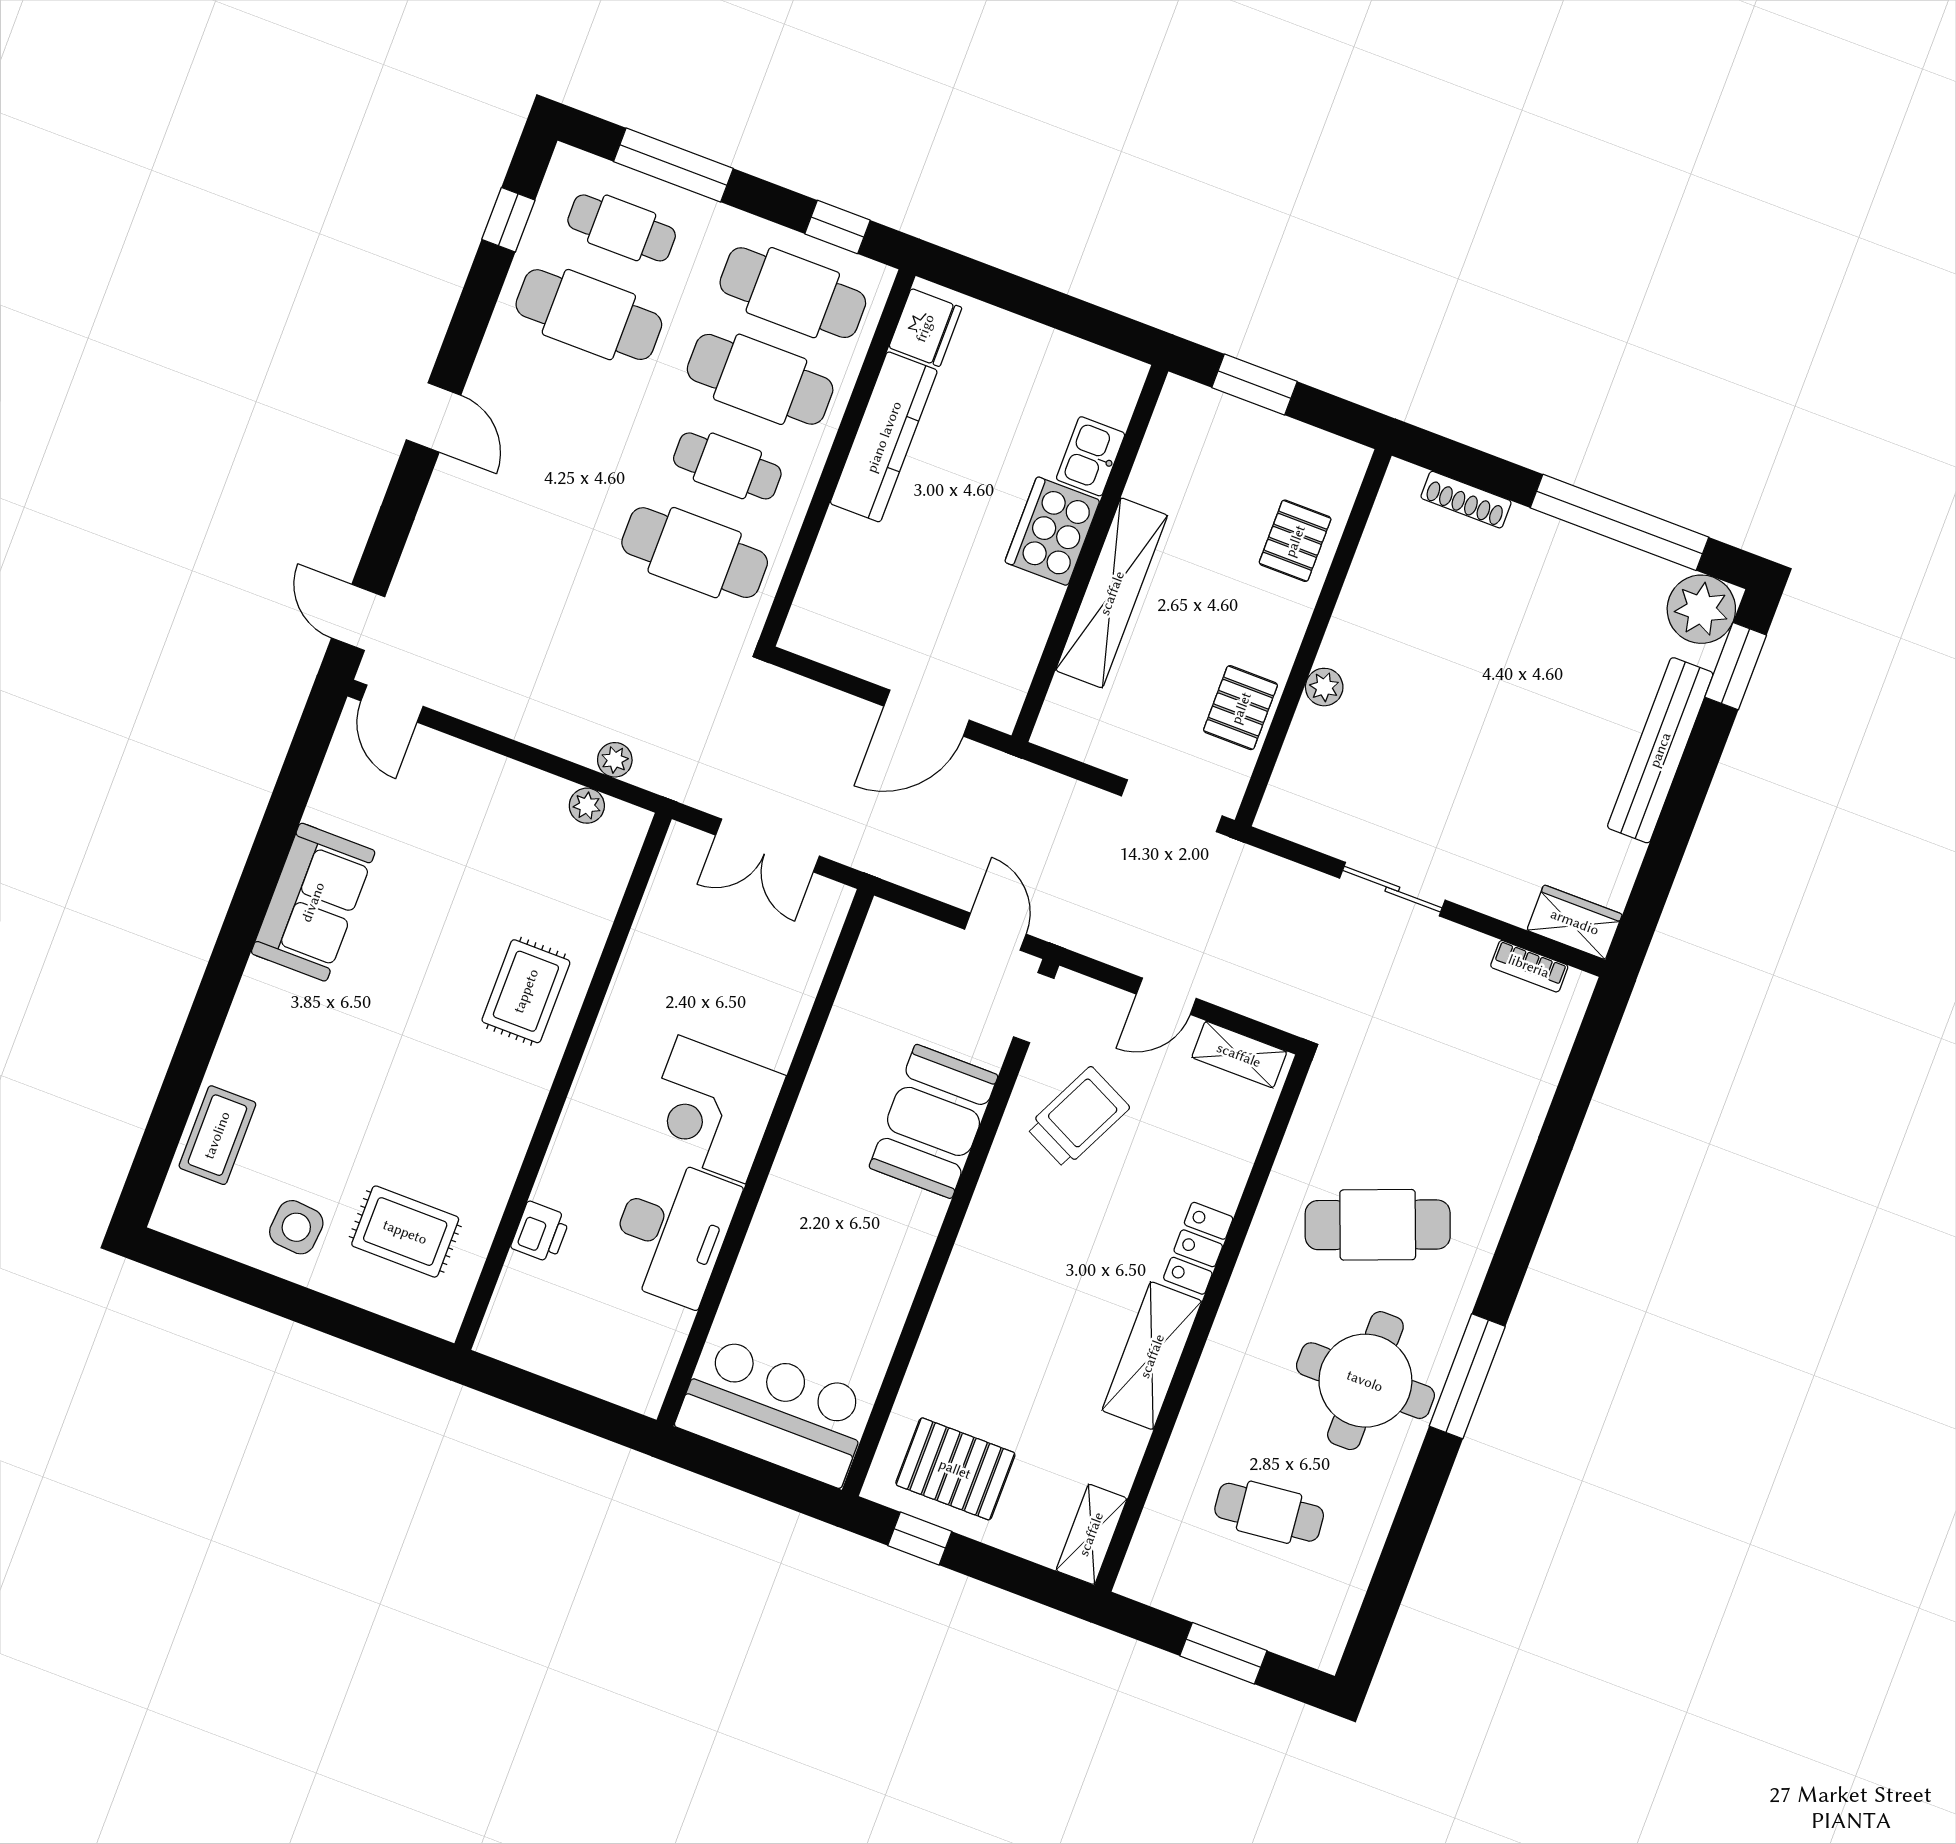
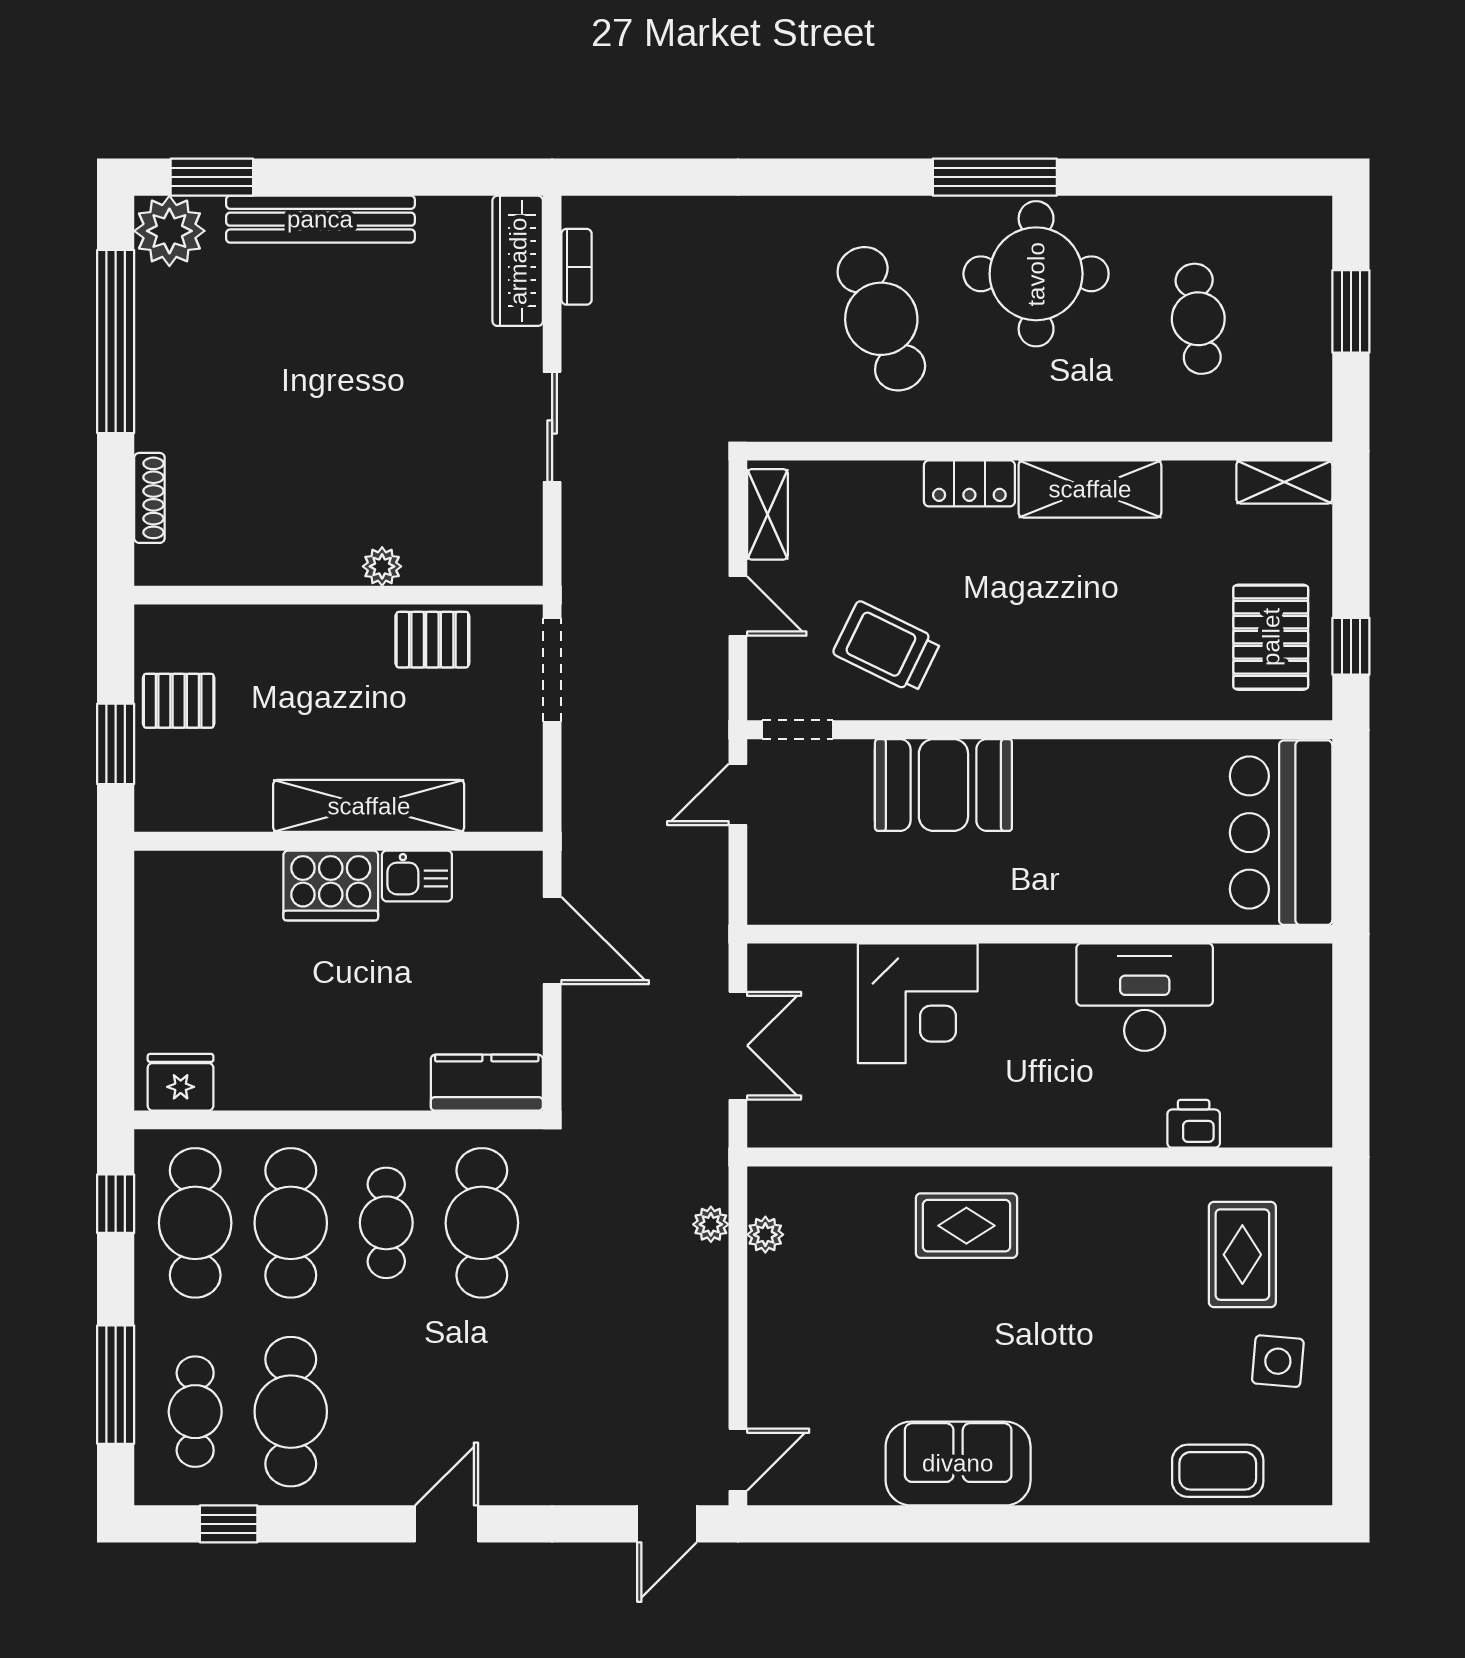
kitchen counter: (884, 437) -> (487, 1083), moved, width x0.67
kitchen sink: (1091, 456) -> (417, 876), moved
pallet: (1295, 541) -> (179, 701), moved
wardrobe: (1575, 922) -> (518, 261), width x1.50
corner desk: (712, 1109) -> (918, 1003), moved

